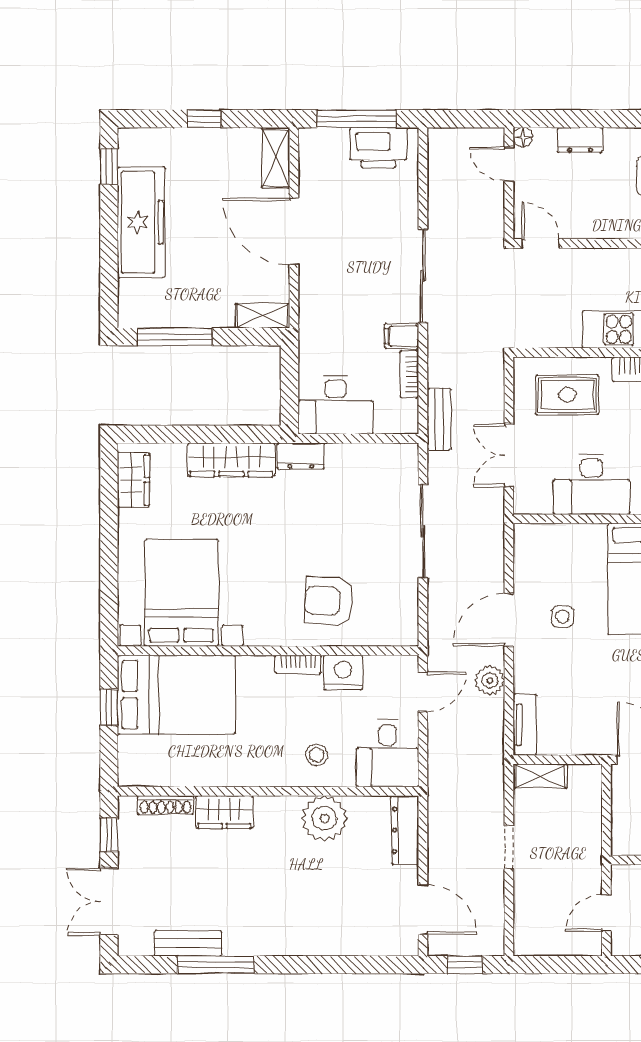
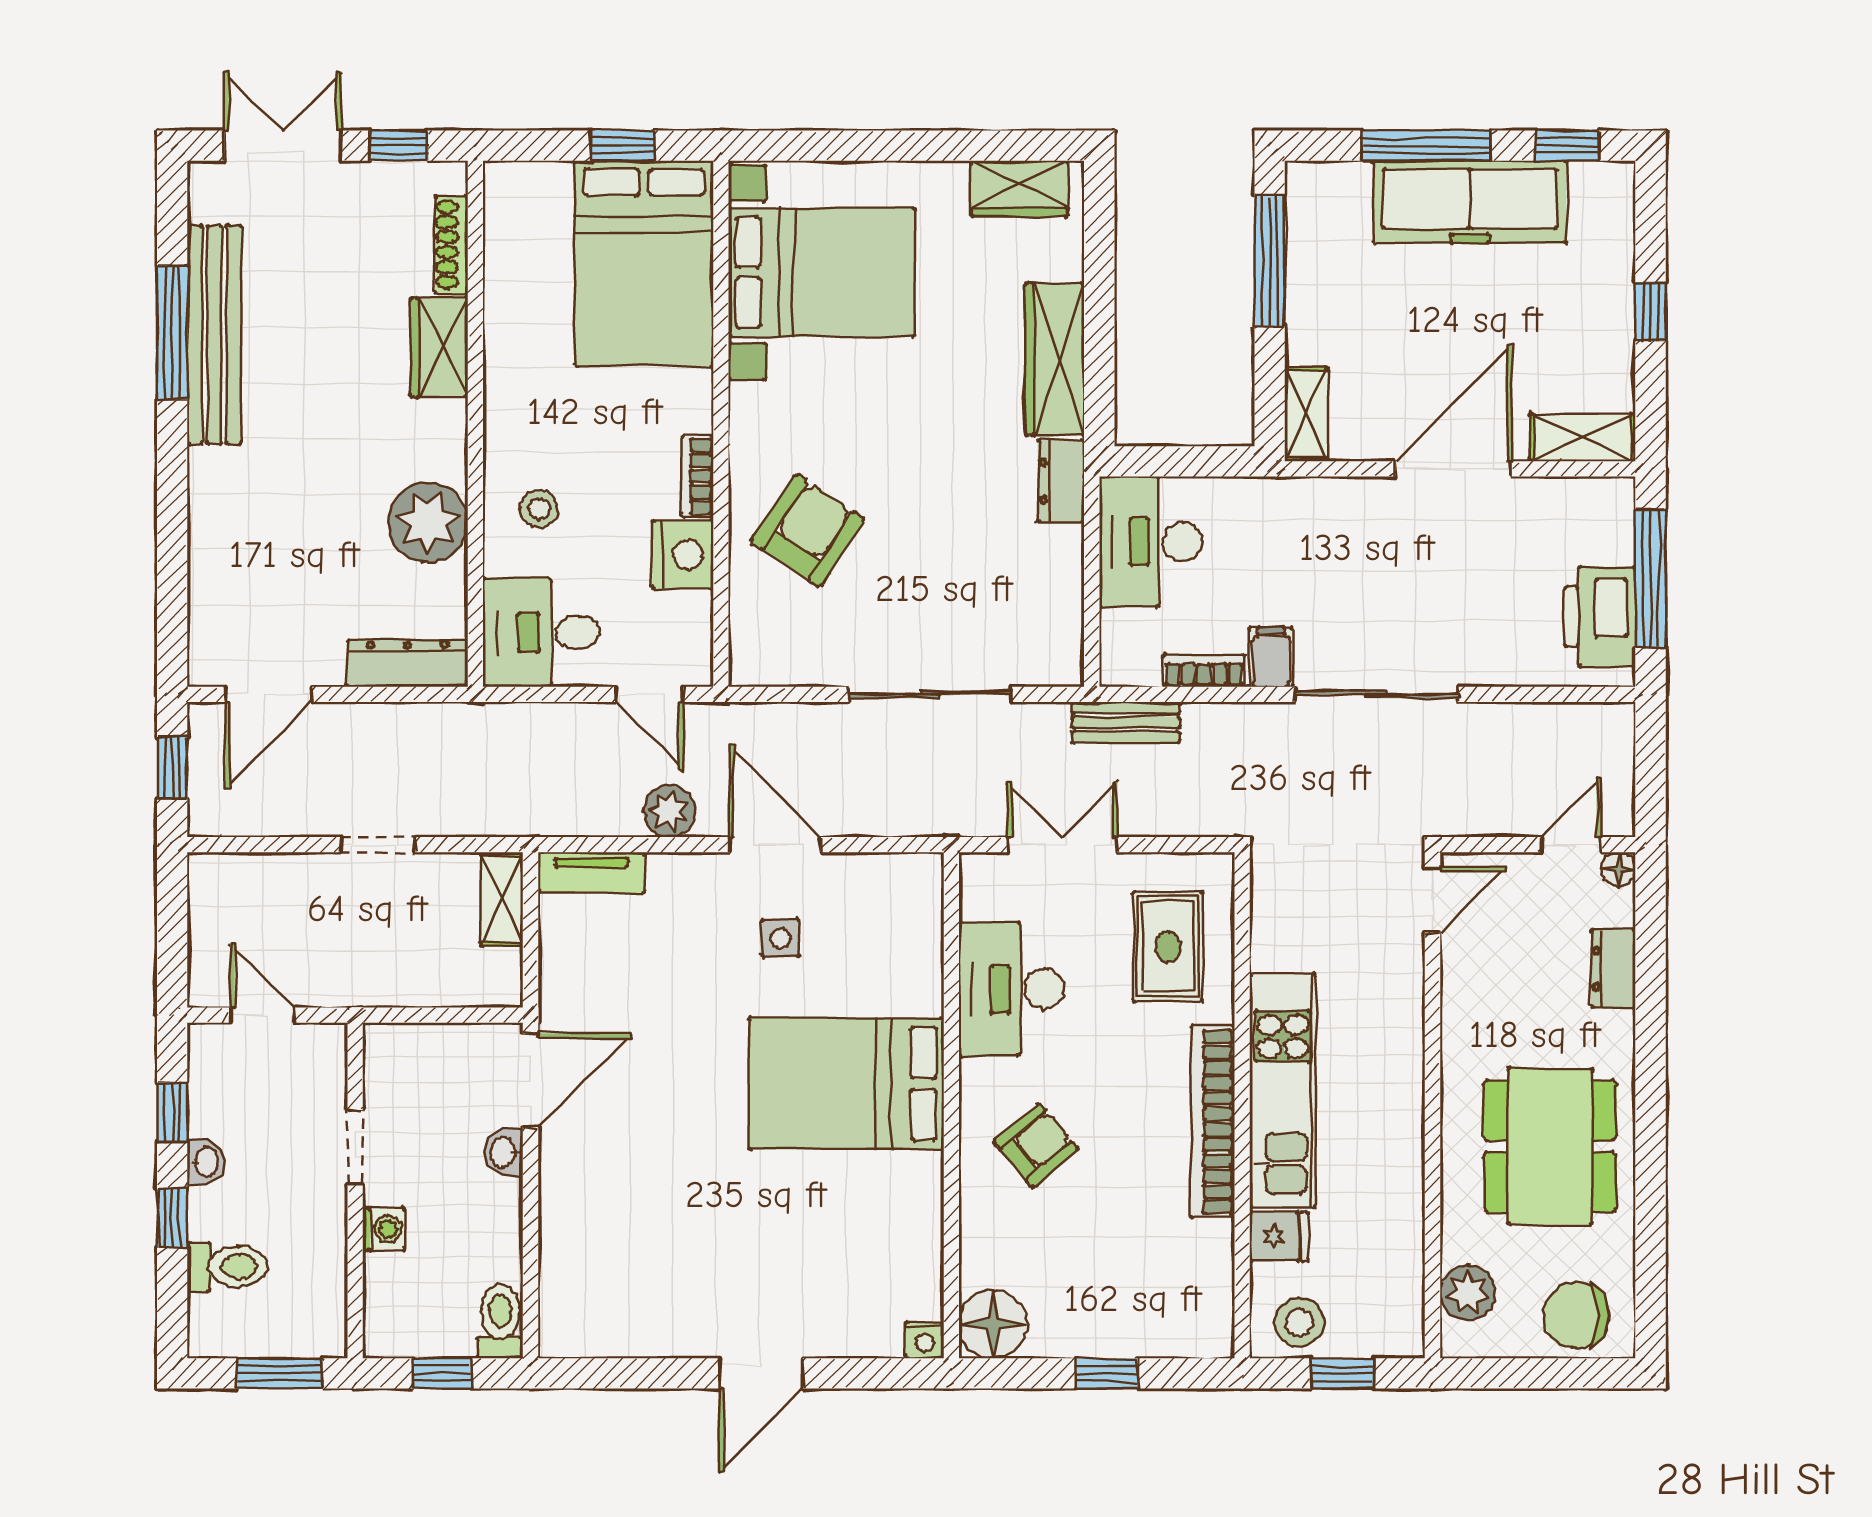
window: (109, 247) -> (1426, 146), added
armchair: (329, 601) -> (808, 531), turned 30
bench: (188, 943) -> (214, 335), width x1.86, depth x1.21

